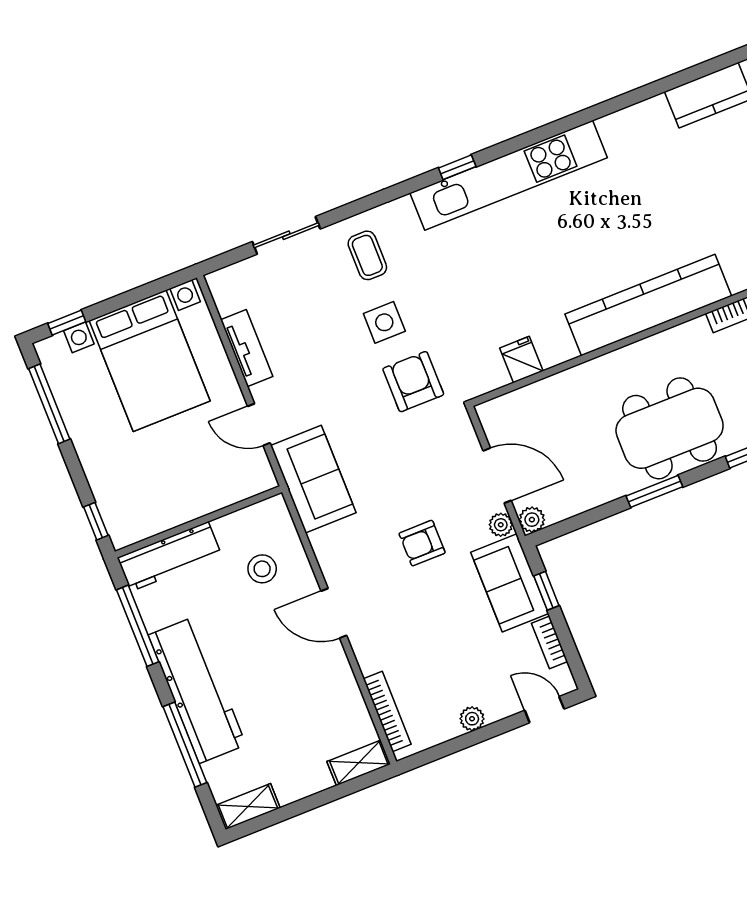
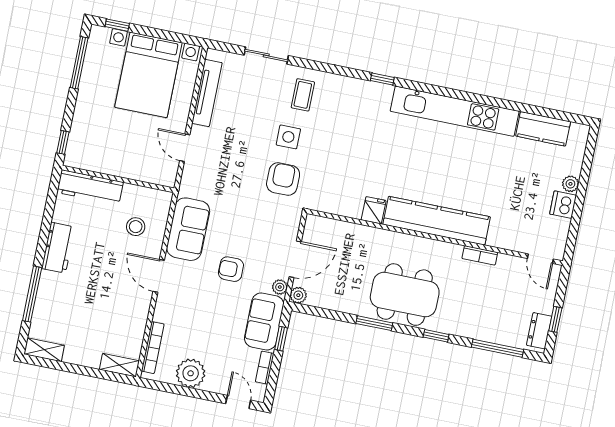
kitchen unit: (509, 175) -> (455, 111), moved
tv unit: (247, 348) -> (207, 93), width x1.41
fridge: (521, 360) -> (374, 210), moved
door: (497, 476) -> (295, 259), hinge flipped
sofa: (313, 479) -> (188, 229), moved
window: (138, 626) -> (48, 213), removed
workbench: (197, 690) -> (58, 248), width x0.53, depth x0.76
plant: (472, 719) -> (191, 373), width x1.88, depth x1.88

